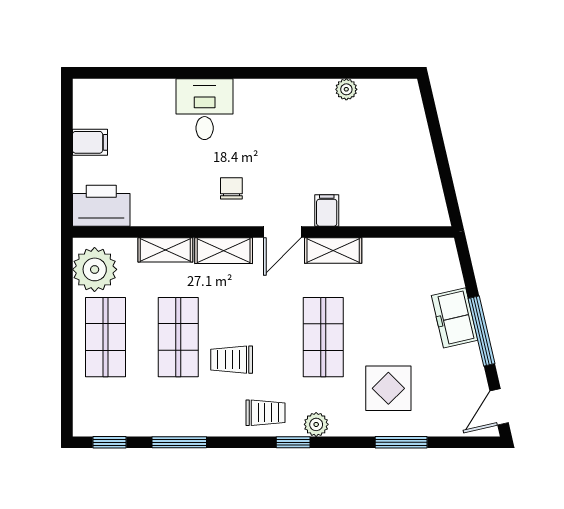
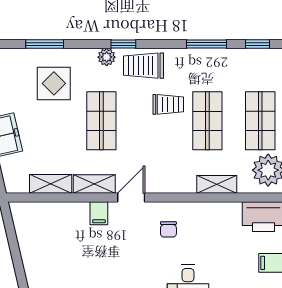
shelving: (224, 251) -> (51, 184), moved
trolley: (265, 413) -> (144, 66), width x1.36, depth x1.39

